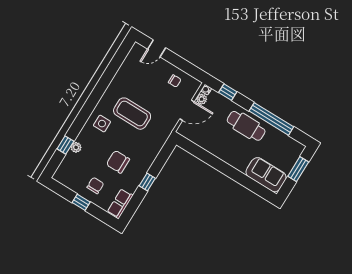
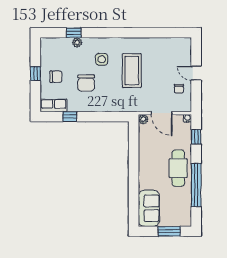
door: (157, 48) -> (196, 73), moved
plant: (202, 99) -> (143, 119), moved
side table: (102, 124) -> (102, 59), moved
chair: (118, 162) -> (86, 83), turned 180
window: (147, 182) -> (70, 117), moved

